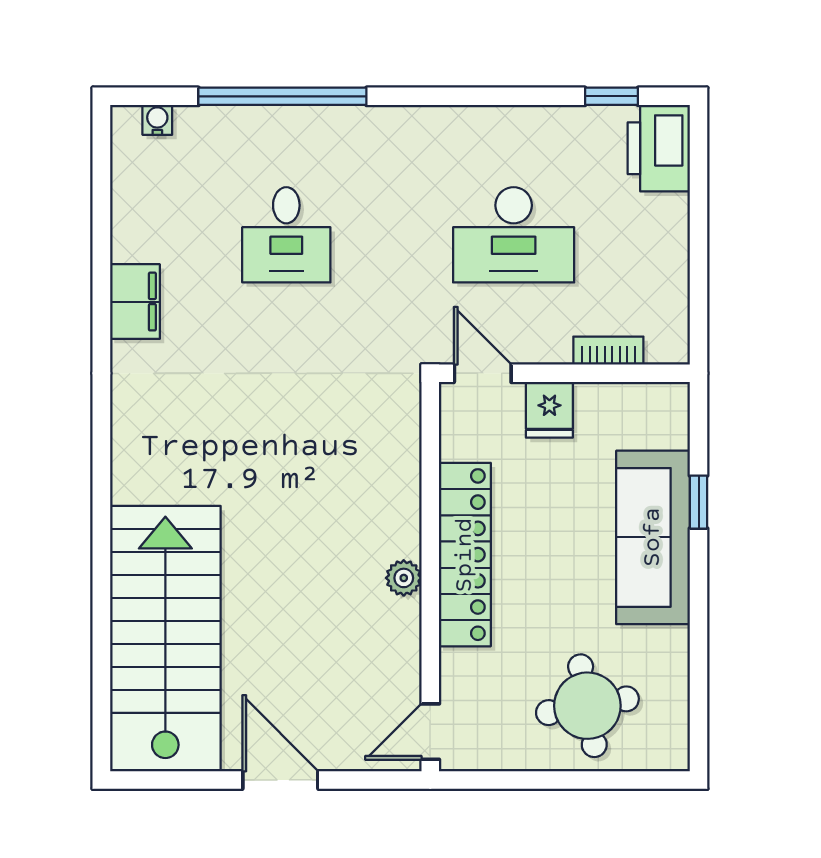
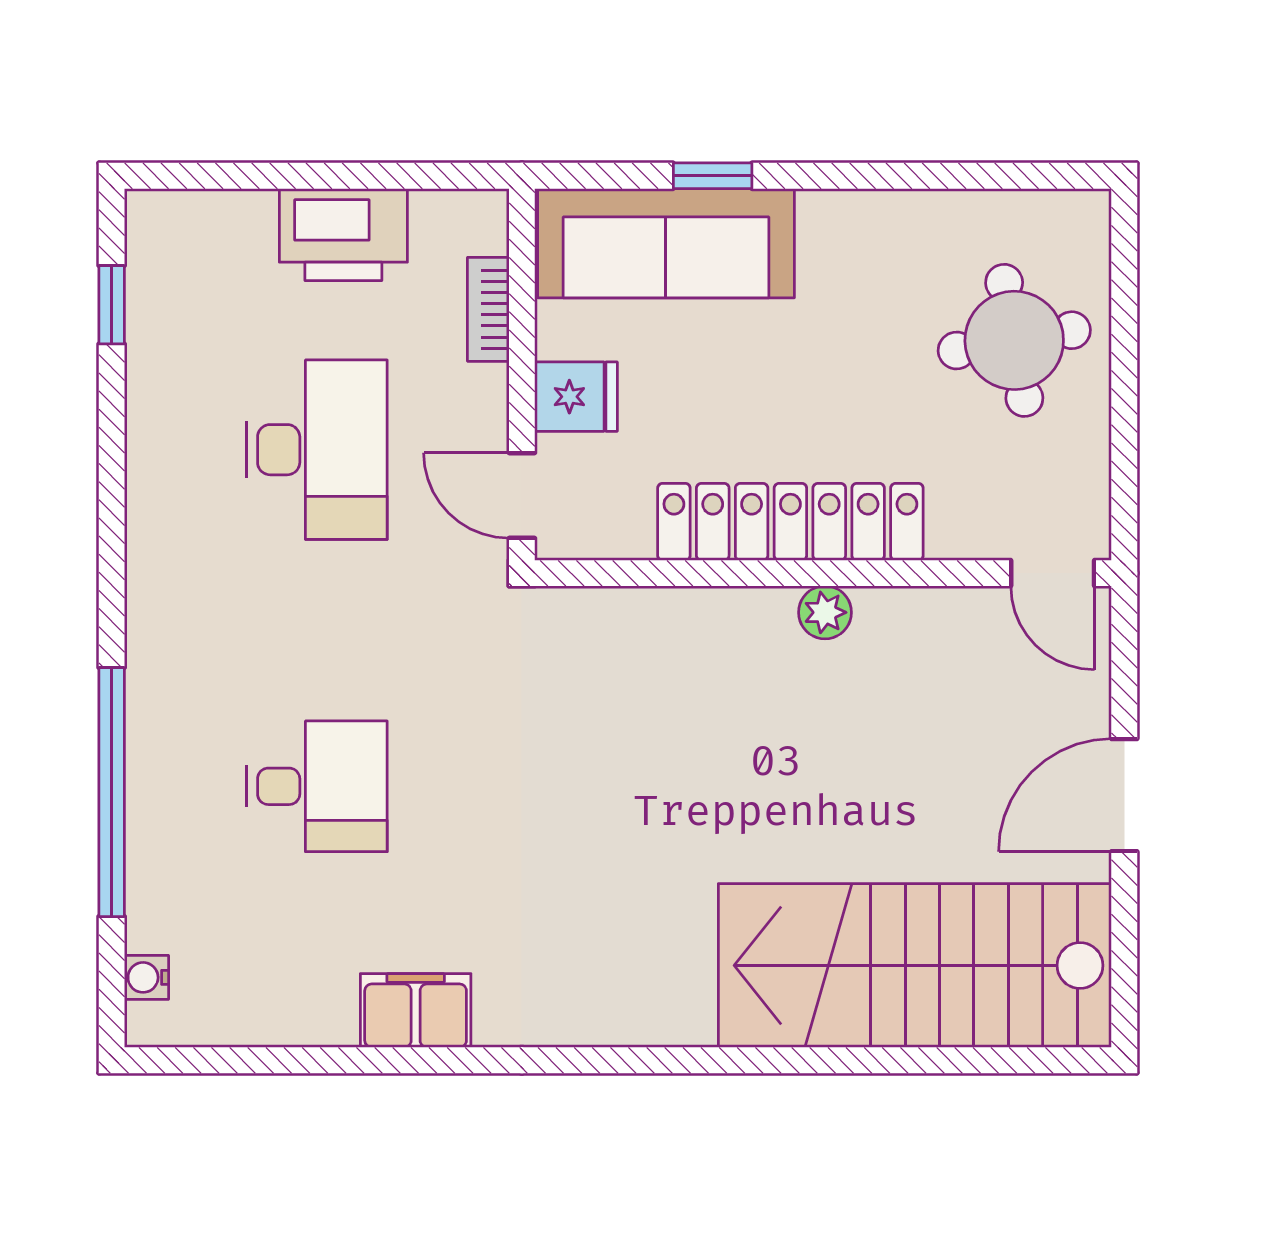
printer: (659, 148) -> (343, 235), moved
door: (483, 373) -> (522, 495), hinge flipped
sofa: (653, 537) -> (666, 243), moved

